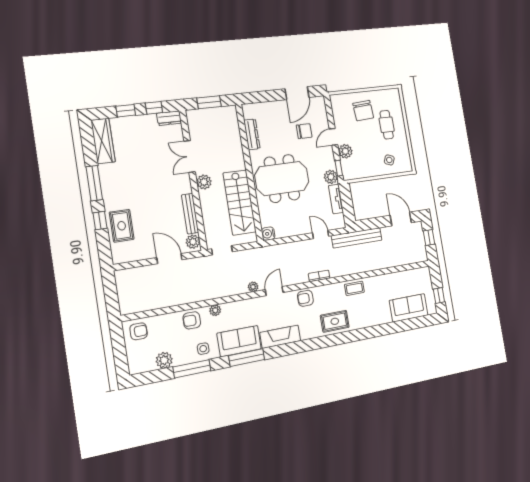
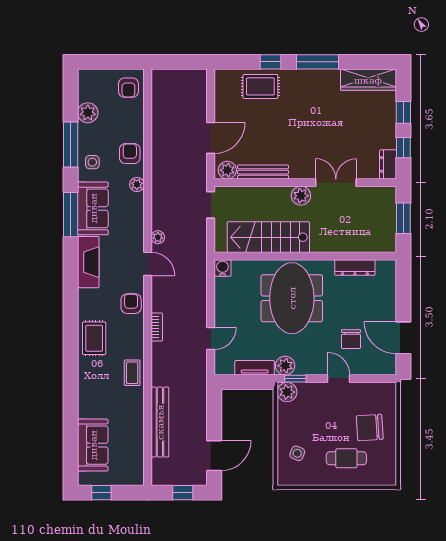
plant: (345, 151) -> (287, 392), moved
bench: (357, 238) -> (160, 422), moved

